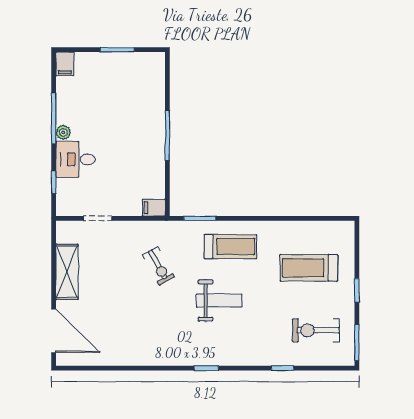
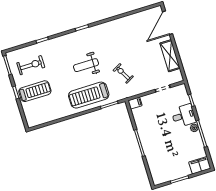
filing cabinet: (65, 64) -> (200, 165), width x2.00
treadmill: (231, 247) -> (89, 95), width x1.37, depth x1.38
treadmill: (309, 268) -> (35, 91), moved
door: (54, 331) -> (167, 23), hinge flipped

